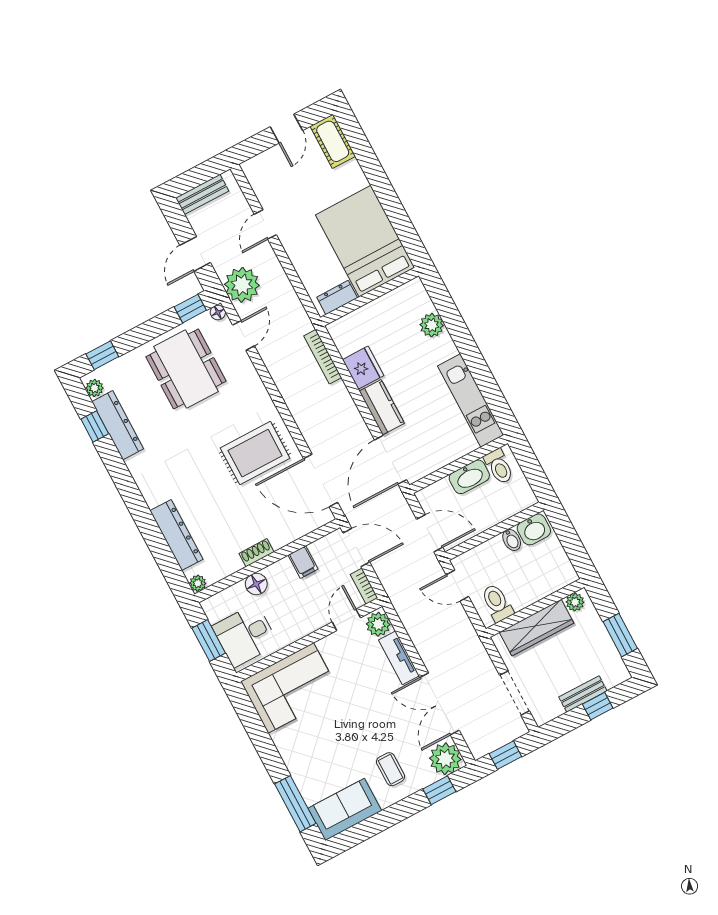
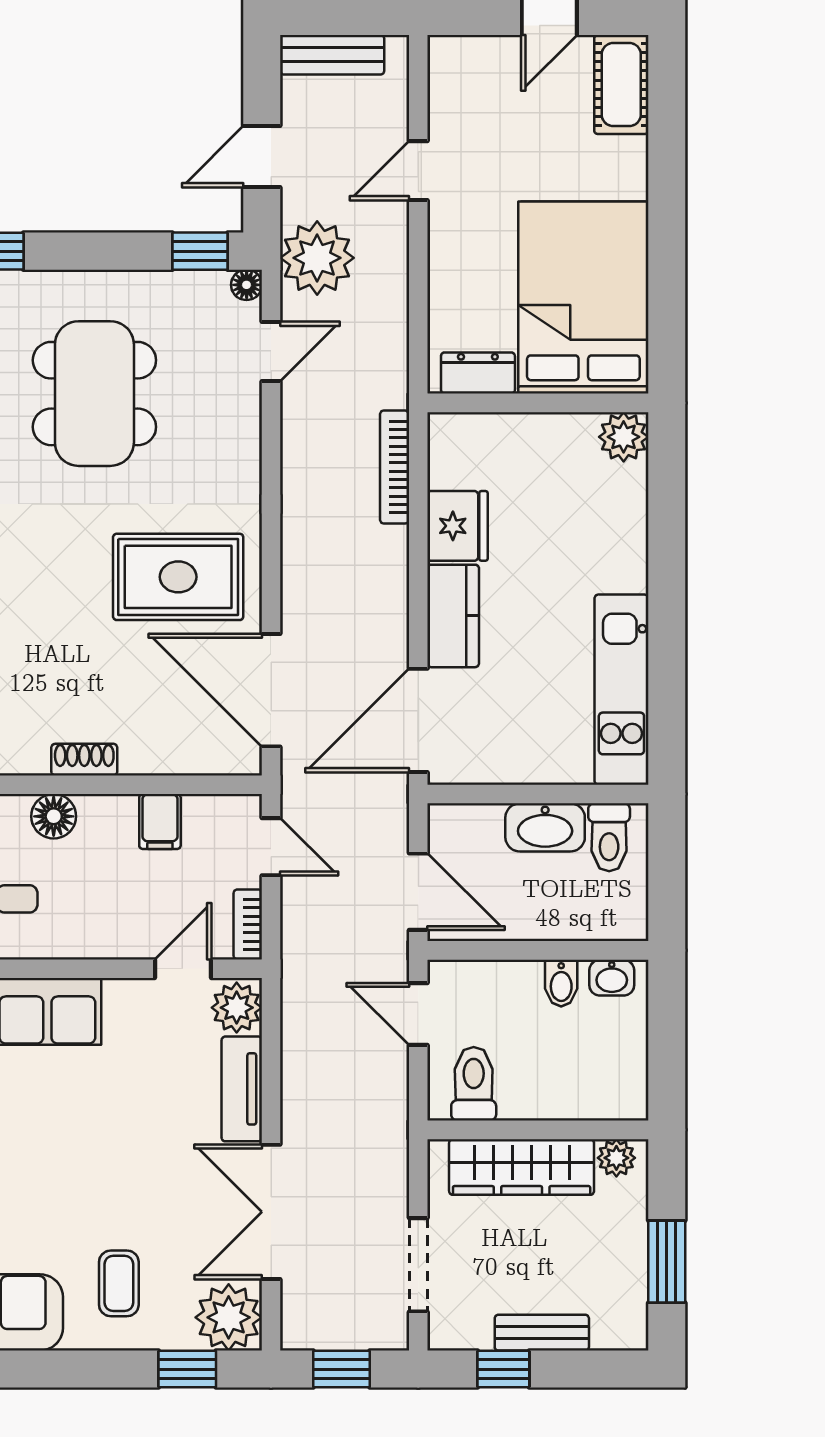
plant: (432, 325) -> (624, 437), moved
dining table: (186, 369) -> (94, 394), moved
washbasin: (534, 529) -> (612, 978), width x0.72, depth x0.69
door: (356, 548) -> (271, 847), width x0.73
window: (598, 706) -> (503, 1369), moved

